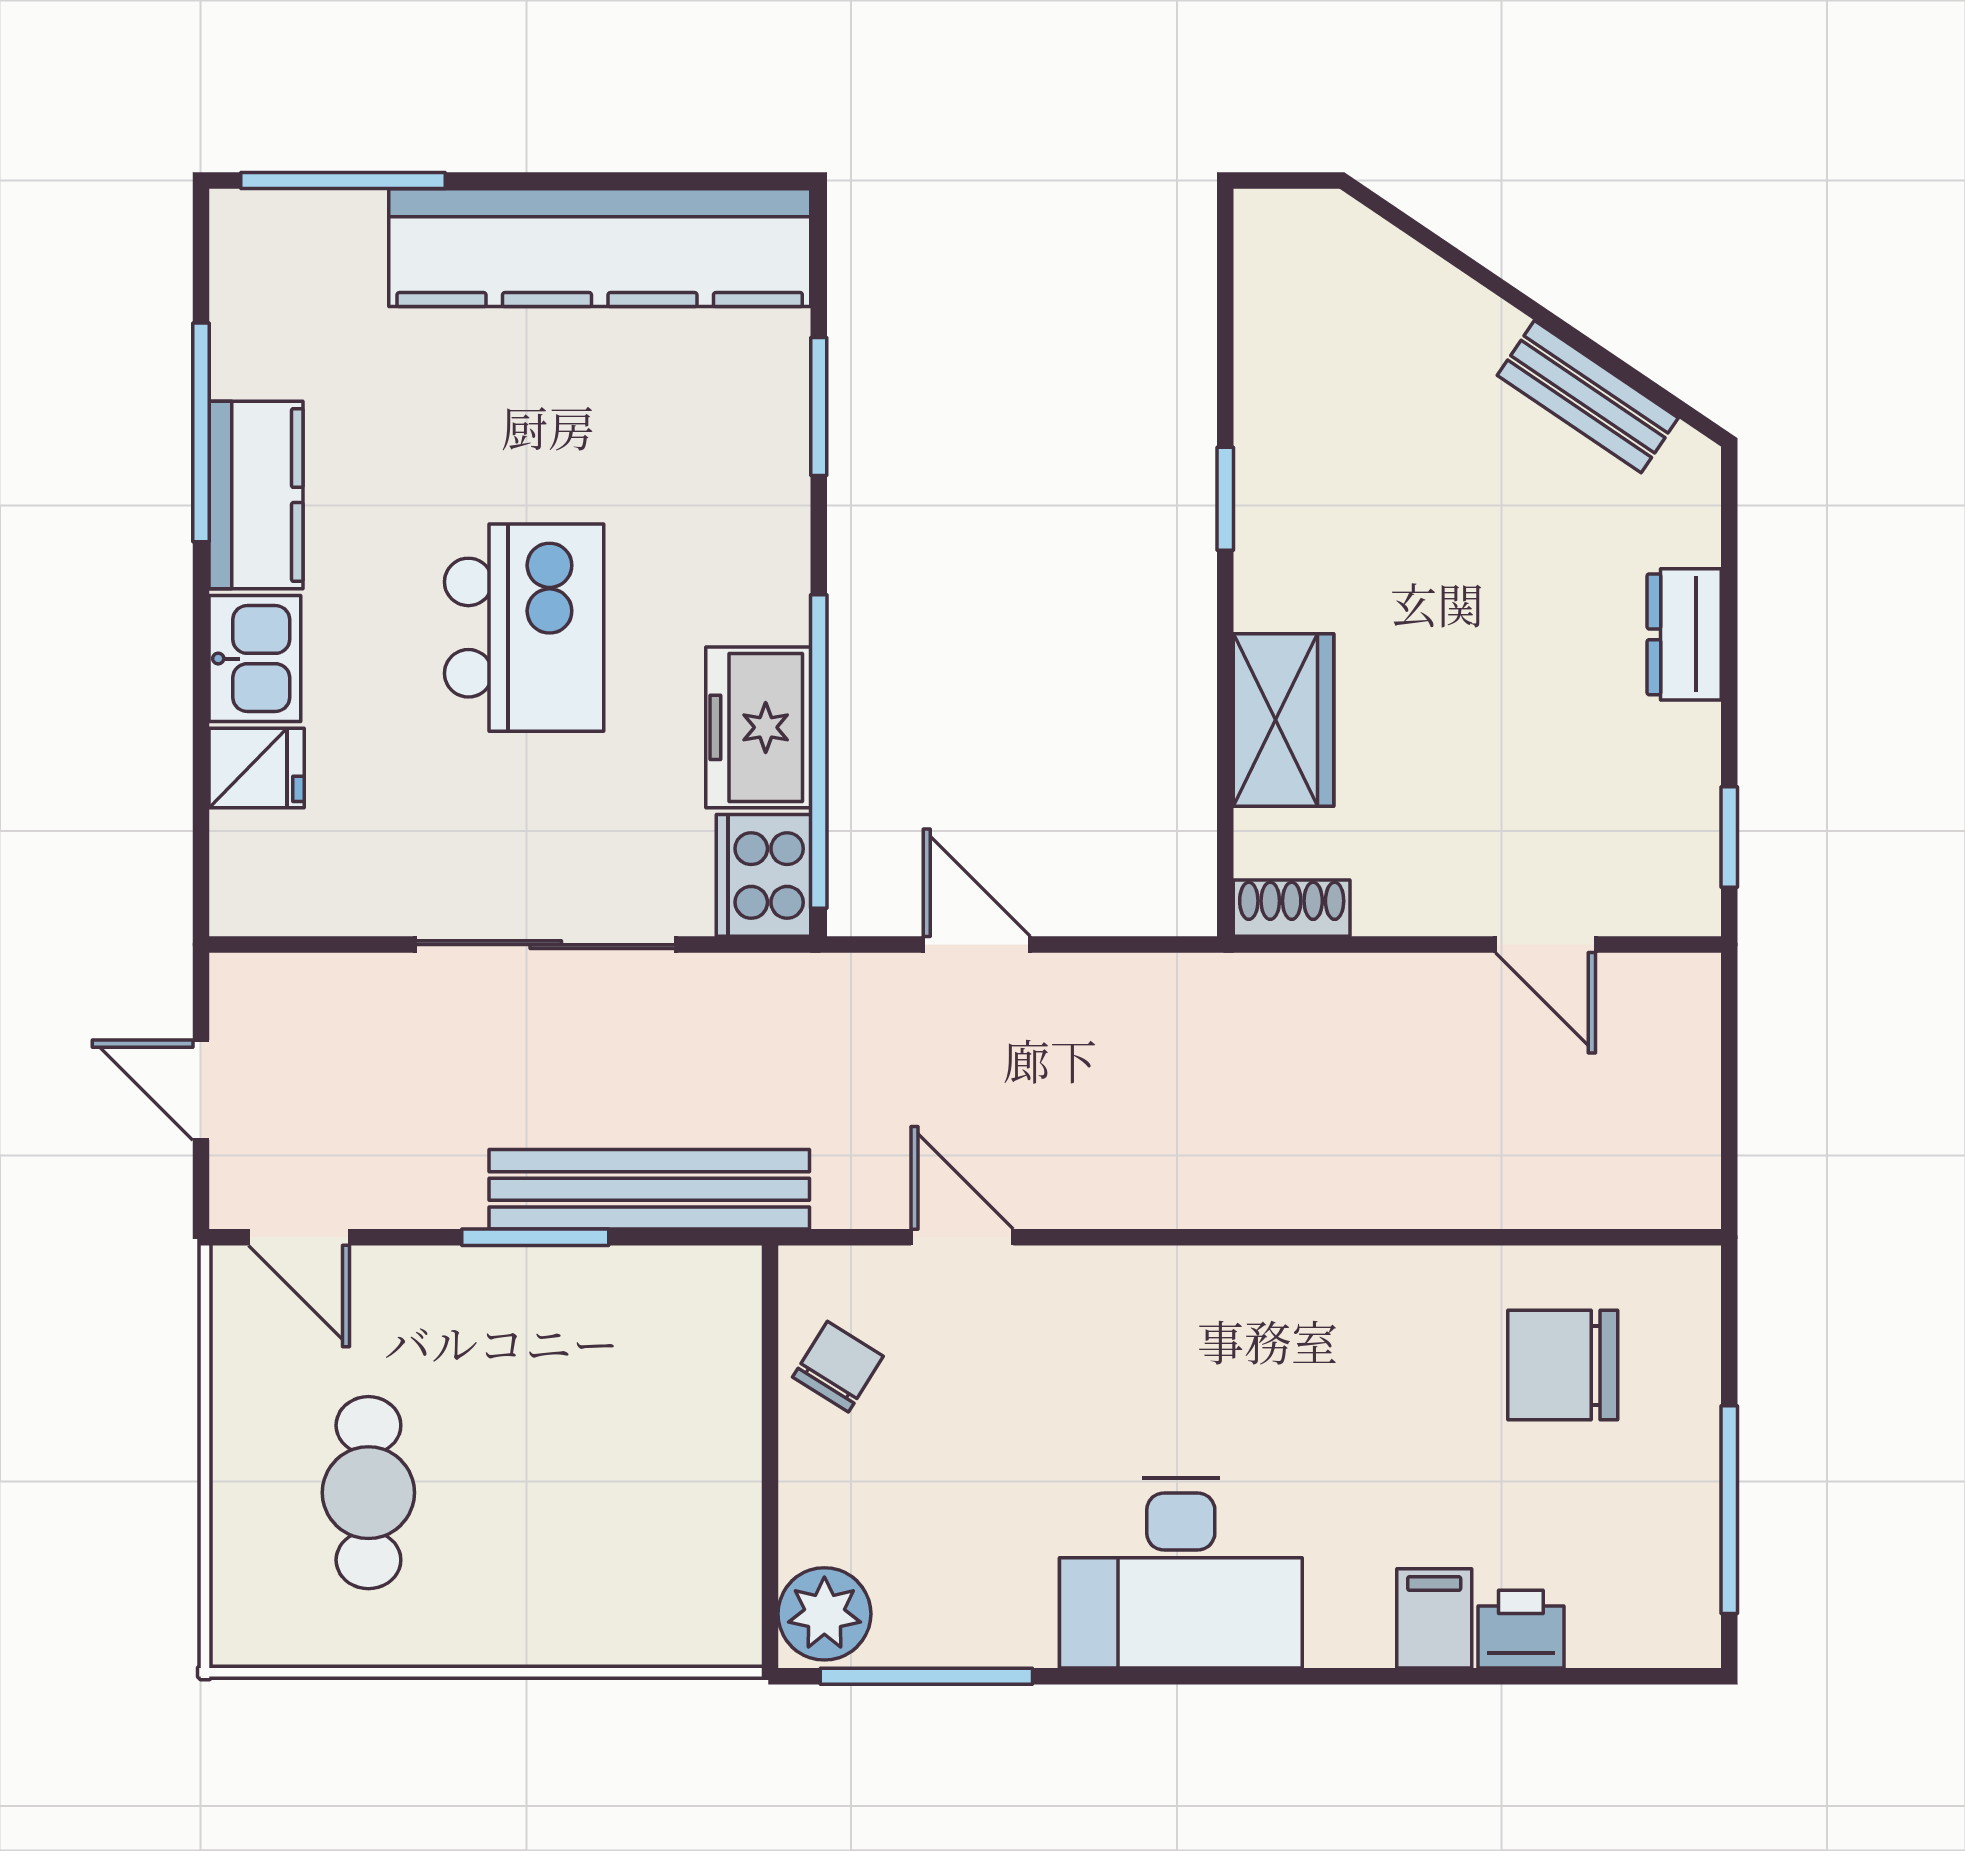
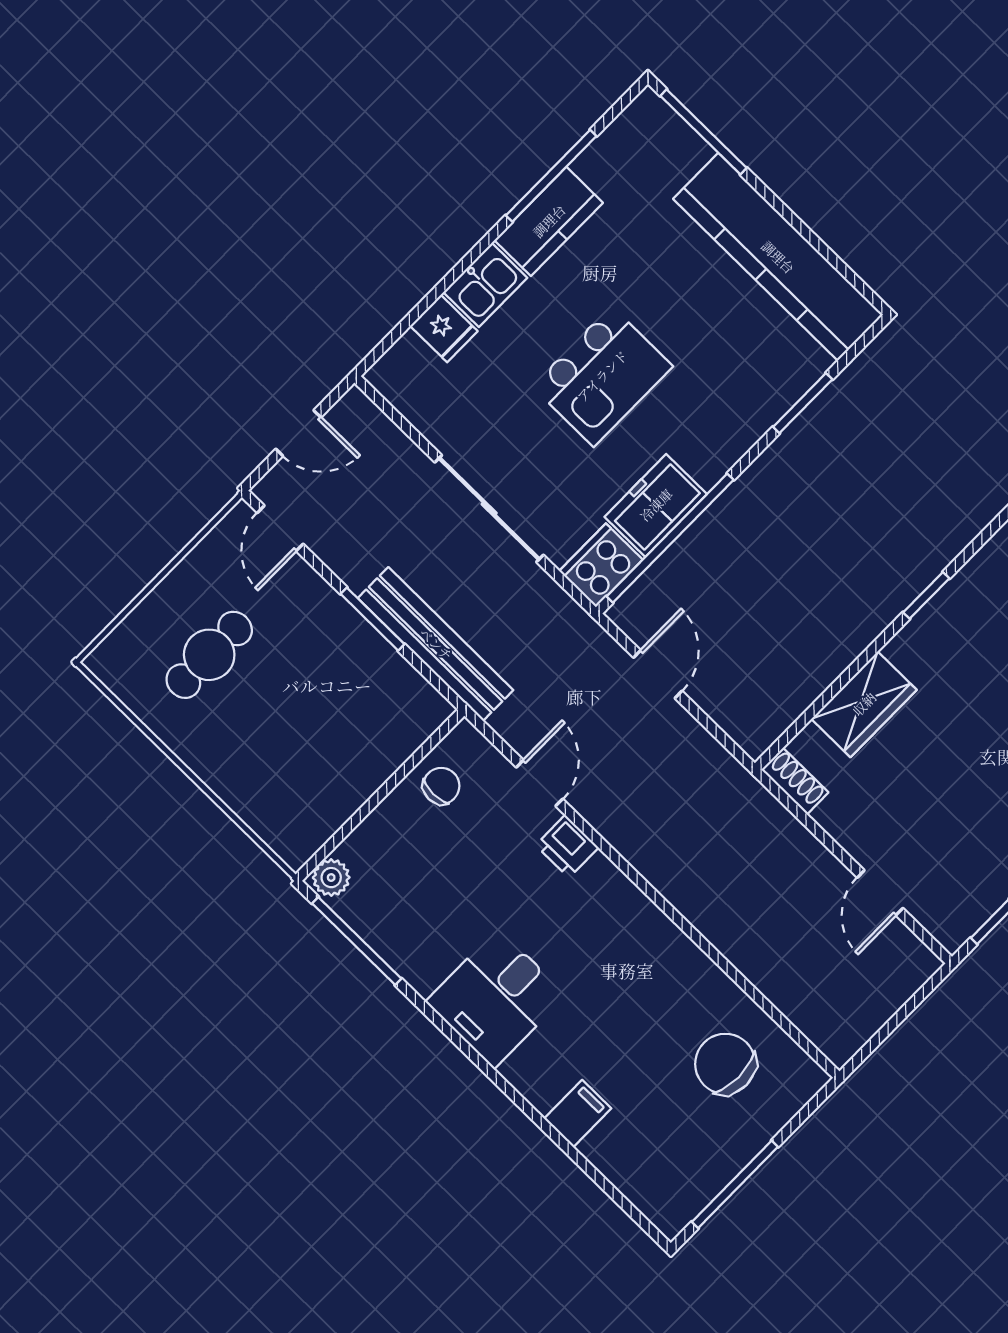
door: (201, 1090) -> (298, 433), swing flipped
chair: (838, 1367) -> (441, 786), turned -32
desk: (1181, 1573) -> (496, 998), width x0.73
plant: (824, 1614) -> (331, 878), width x0.73, depth x0.73
printer: (1521, 1629) -> (567, 846), moved, turned 180

